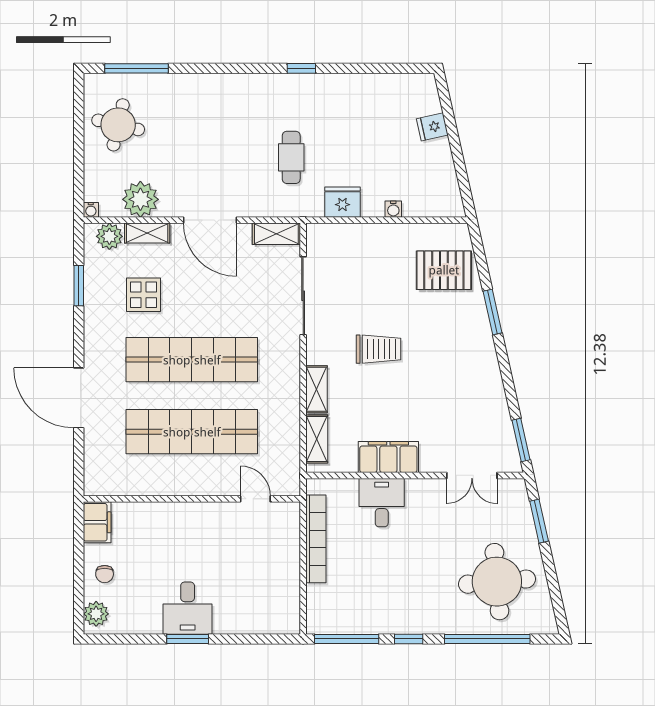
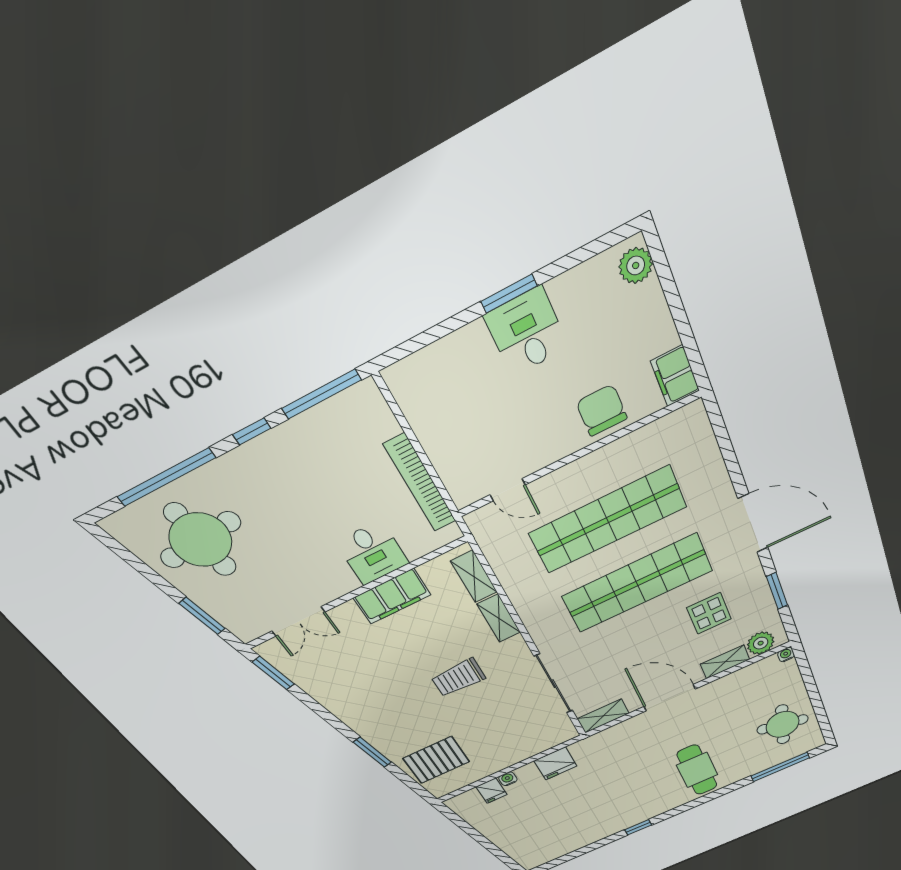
fridge: (432, 127) -> (491, 791), moved, turned 103
cafe table: (291, 157) -> (697, 770), moved, width x1.37, depth x1.35
plant: (140, 199) -> (741, 683), removed
door: (79, 398) -> (753, 523), moved
double door: (472, 475) -> (298, 622), swing flipped
chair: (105, 574) -> (602, 410), moved, width x1.87, depth x1.87

